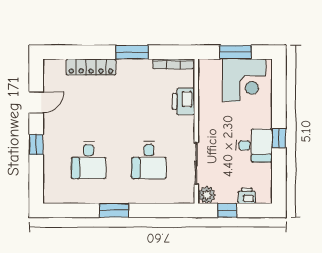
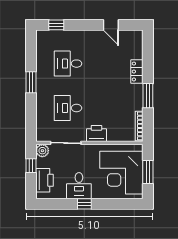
locker: (91, 67) -> (137, 72), width x0.66
corner desk: (244, 80) -> (121, 173), width x1.36, depth x1.36
printer: (184, 102) -> (96, 134), moved
window: (36, 145) -> (56, 25), moved
printer: (247, 196) -> (45, 180), width x1.87, depth x1.48

